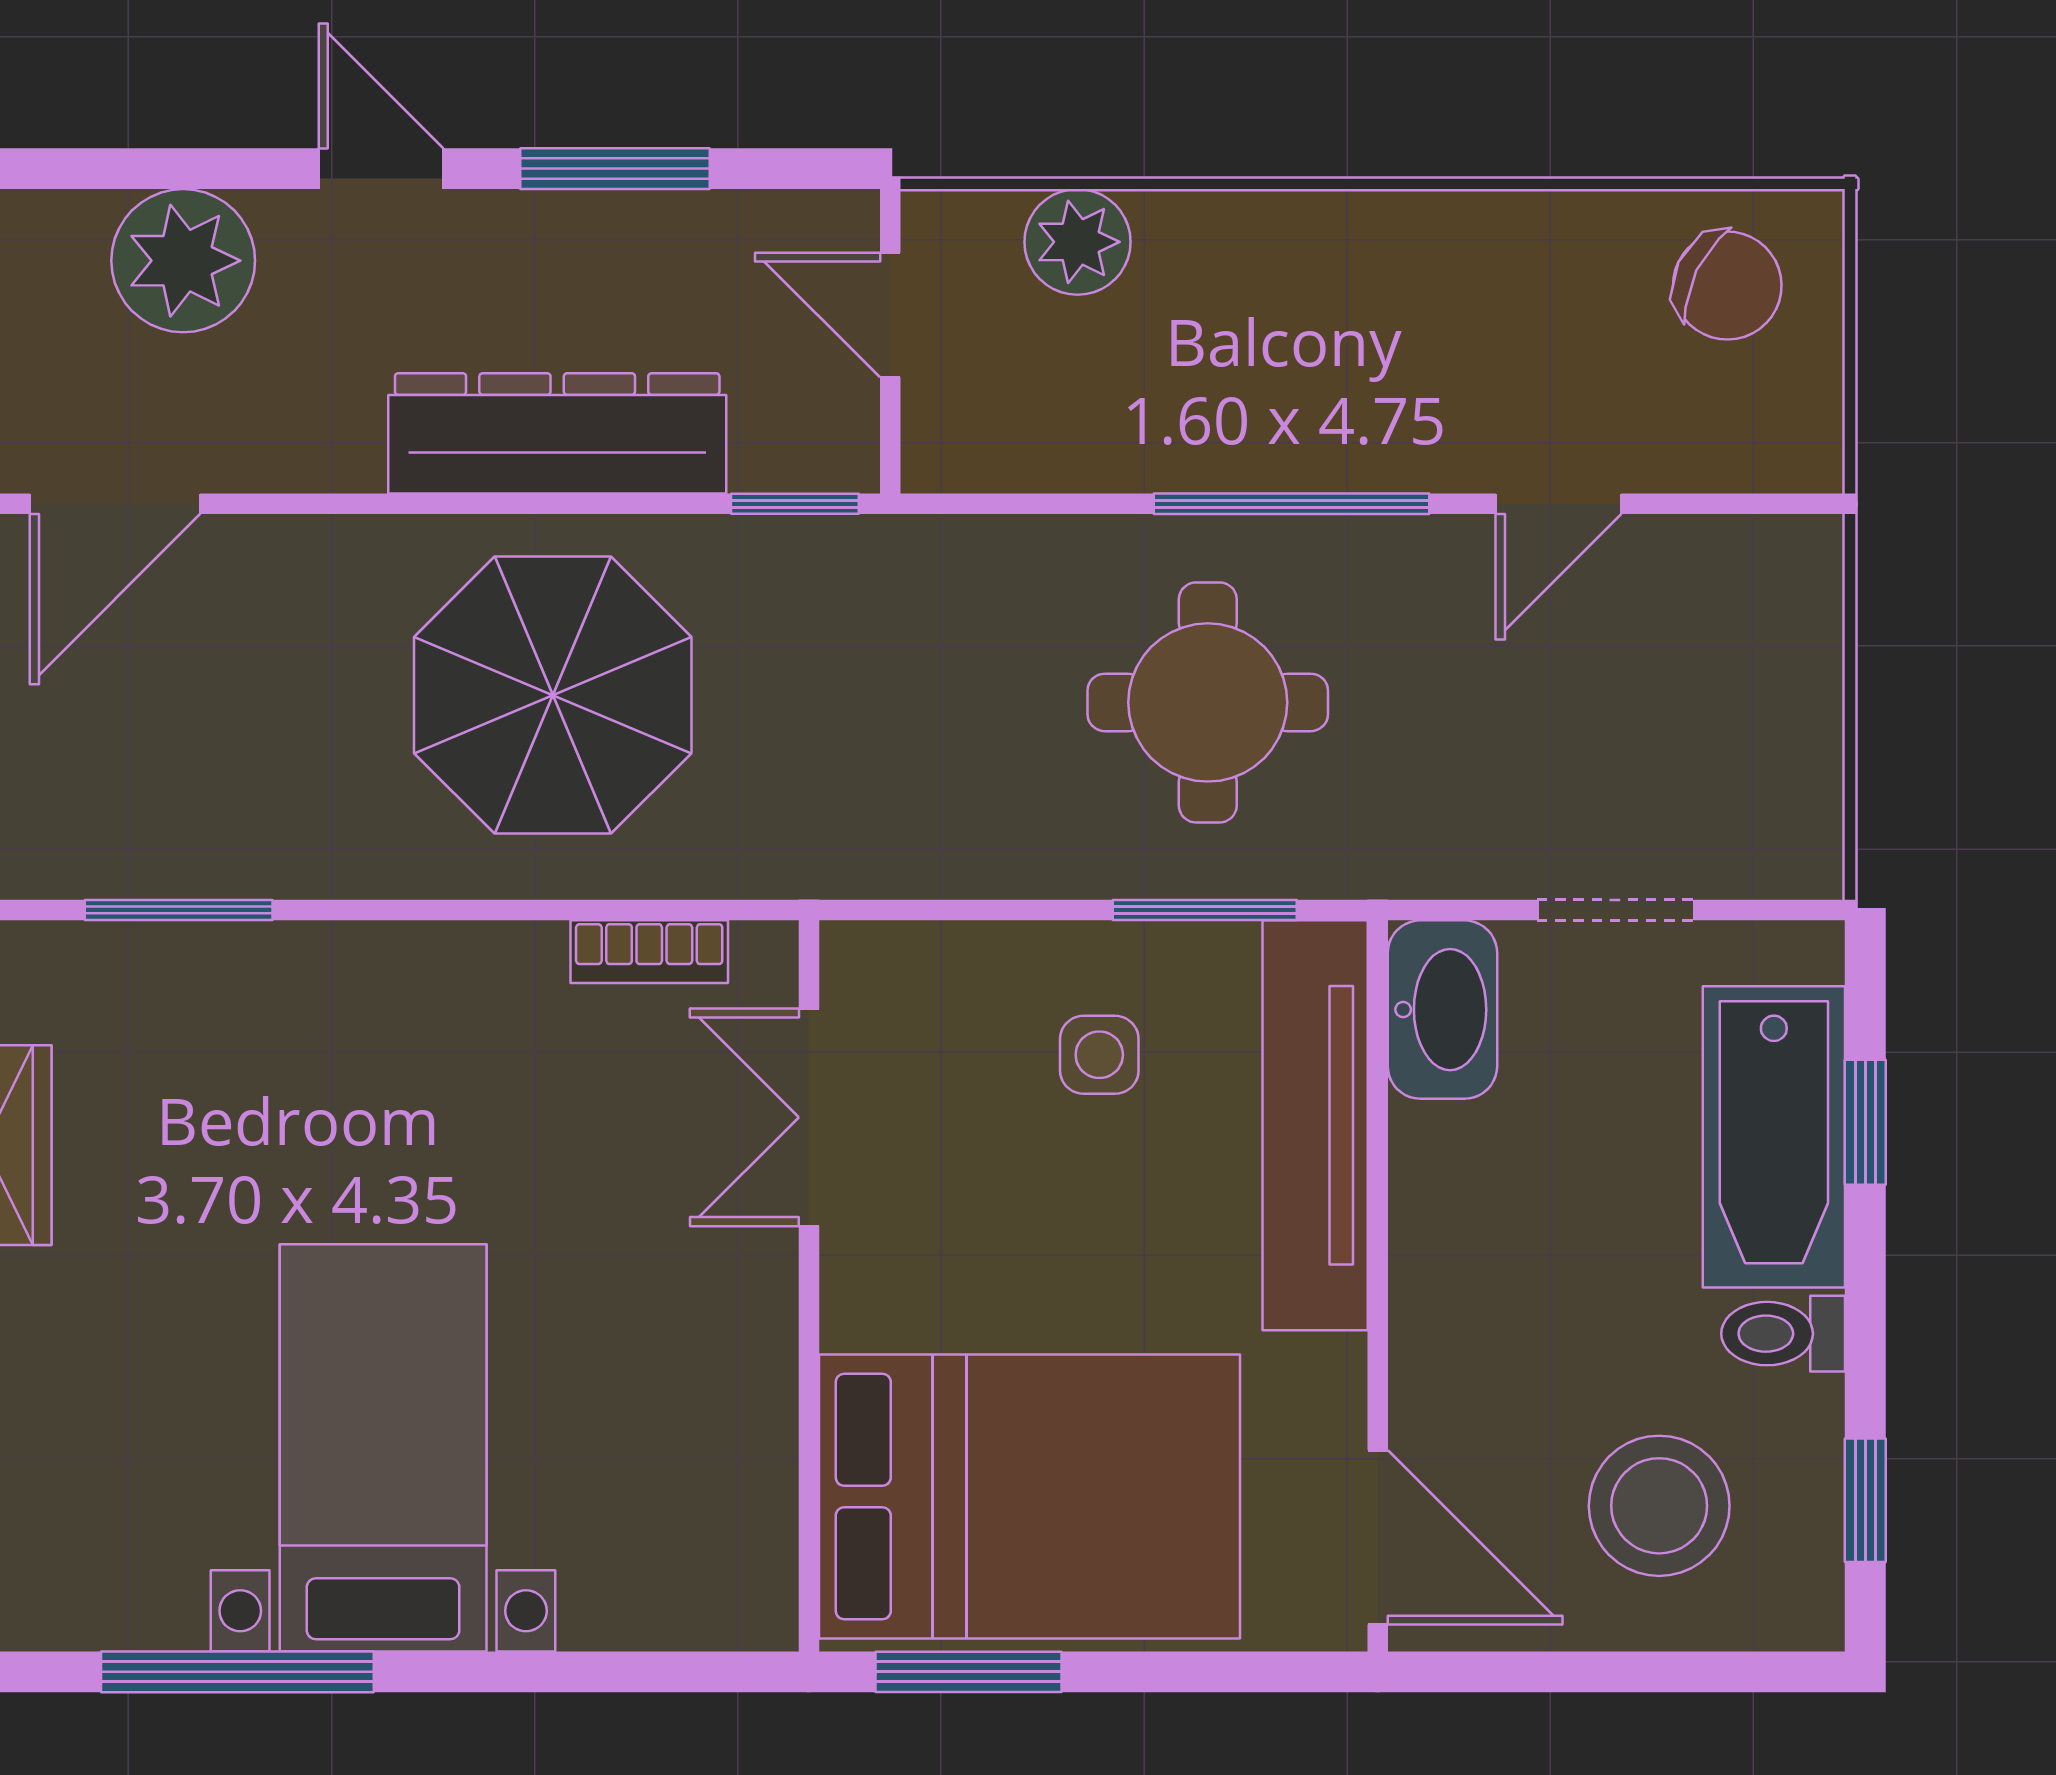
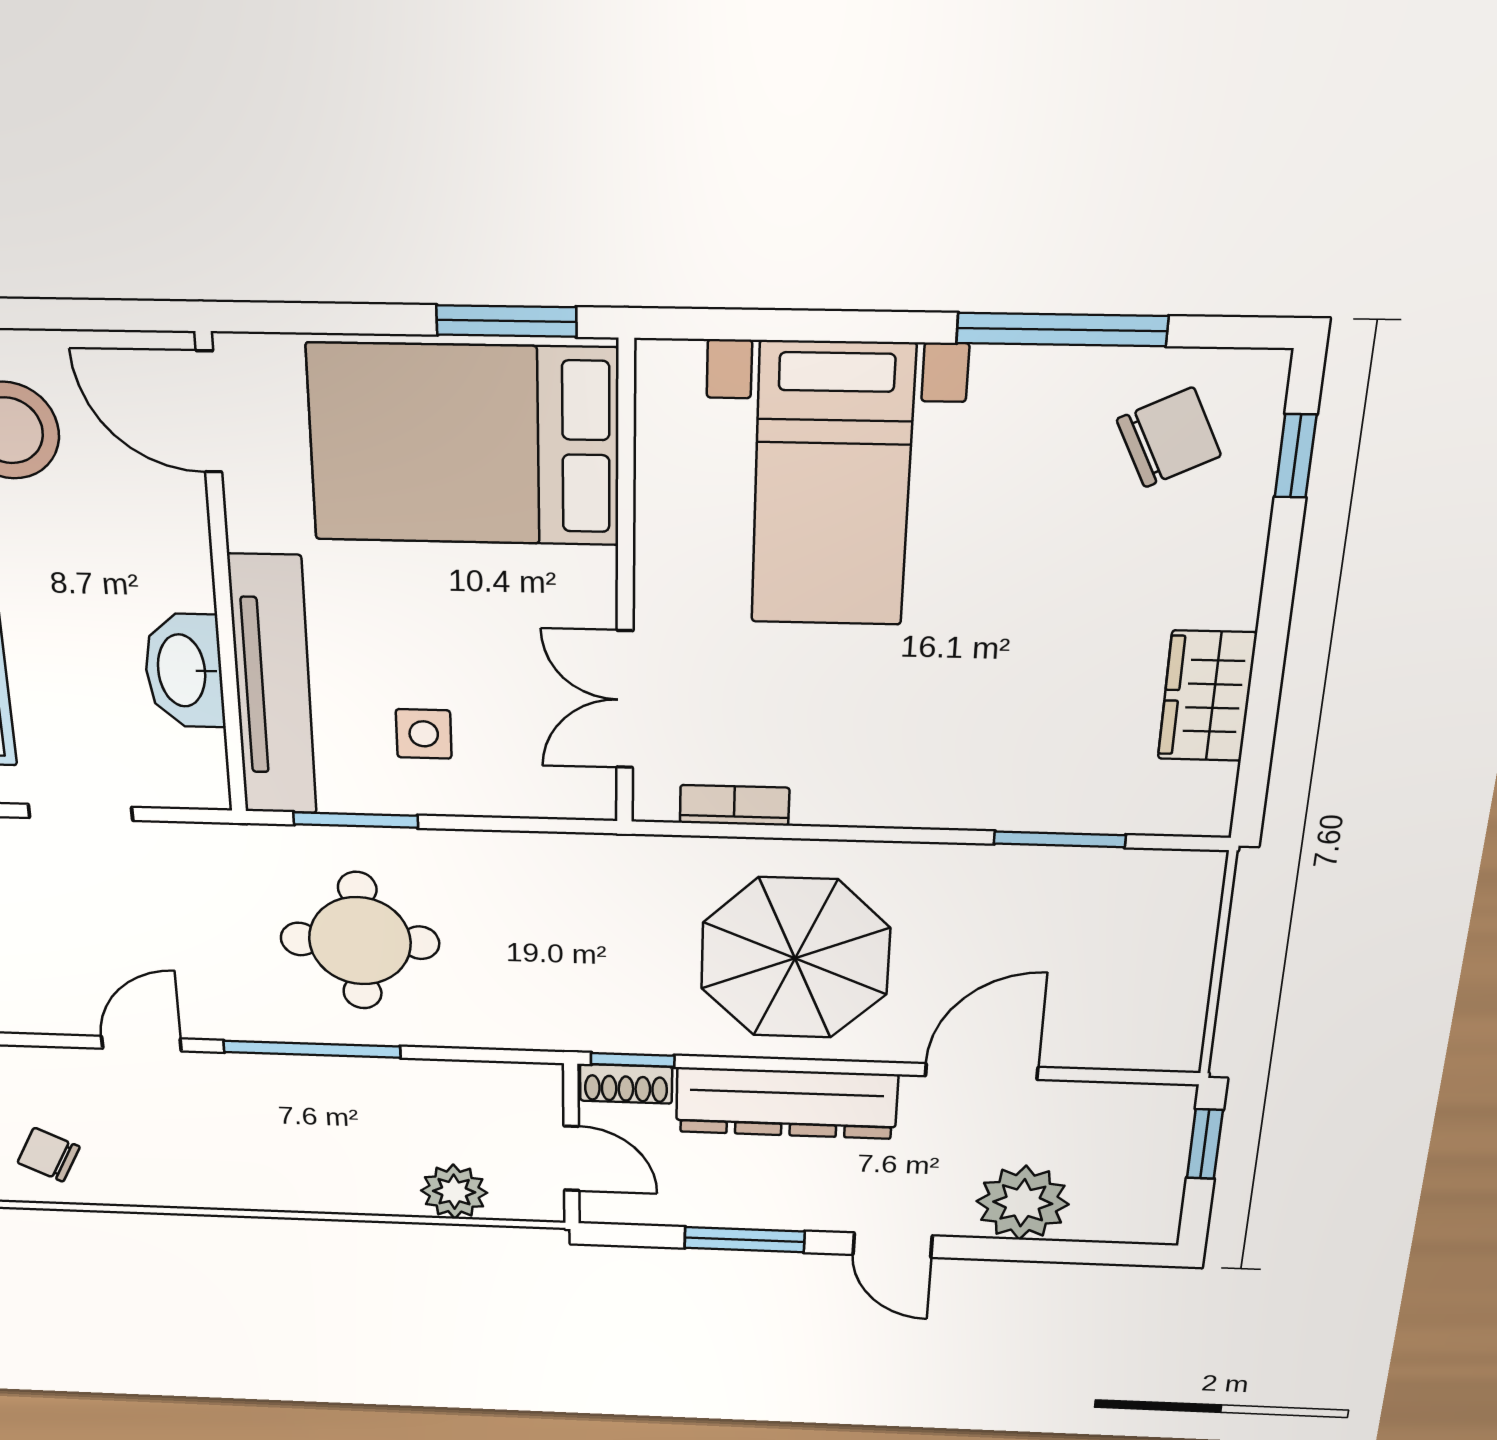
chair: (1727, 286) -> (49, 1155), width x0.73, depth x0.73
shoe rack: (805, 459) -> (626, 1084), added
door: (115, 504) -> (982, 1071), moved
washbasin: (1442, 1010) -> (184, 671), moved
double door: (809, 1117) -> (625, 700), swing flipped
bed with nightstands: (383, 1448) -> (832, 486), moved
chair: (84, 1525) -> (1169, 438), added

